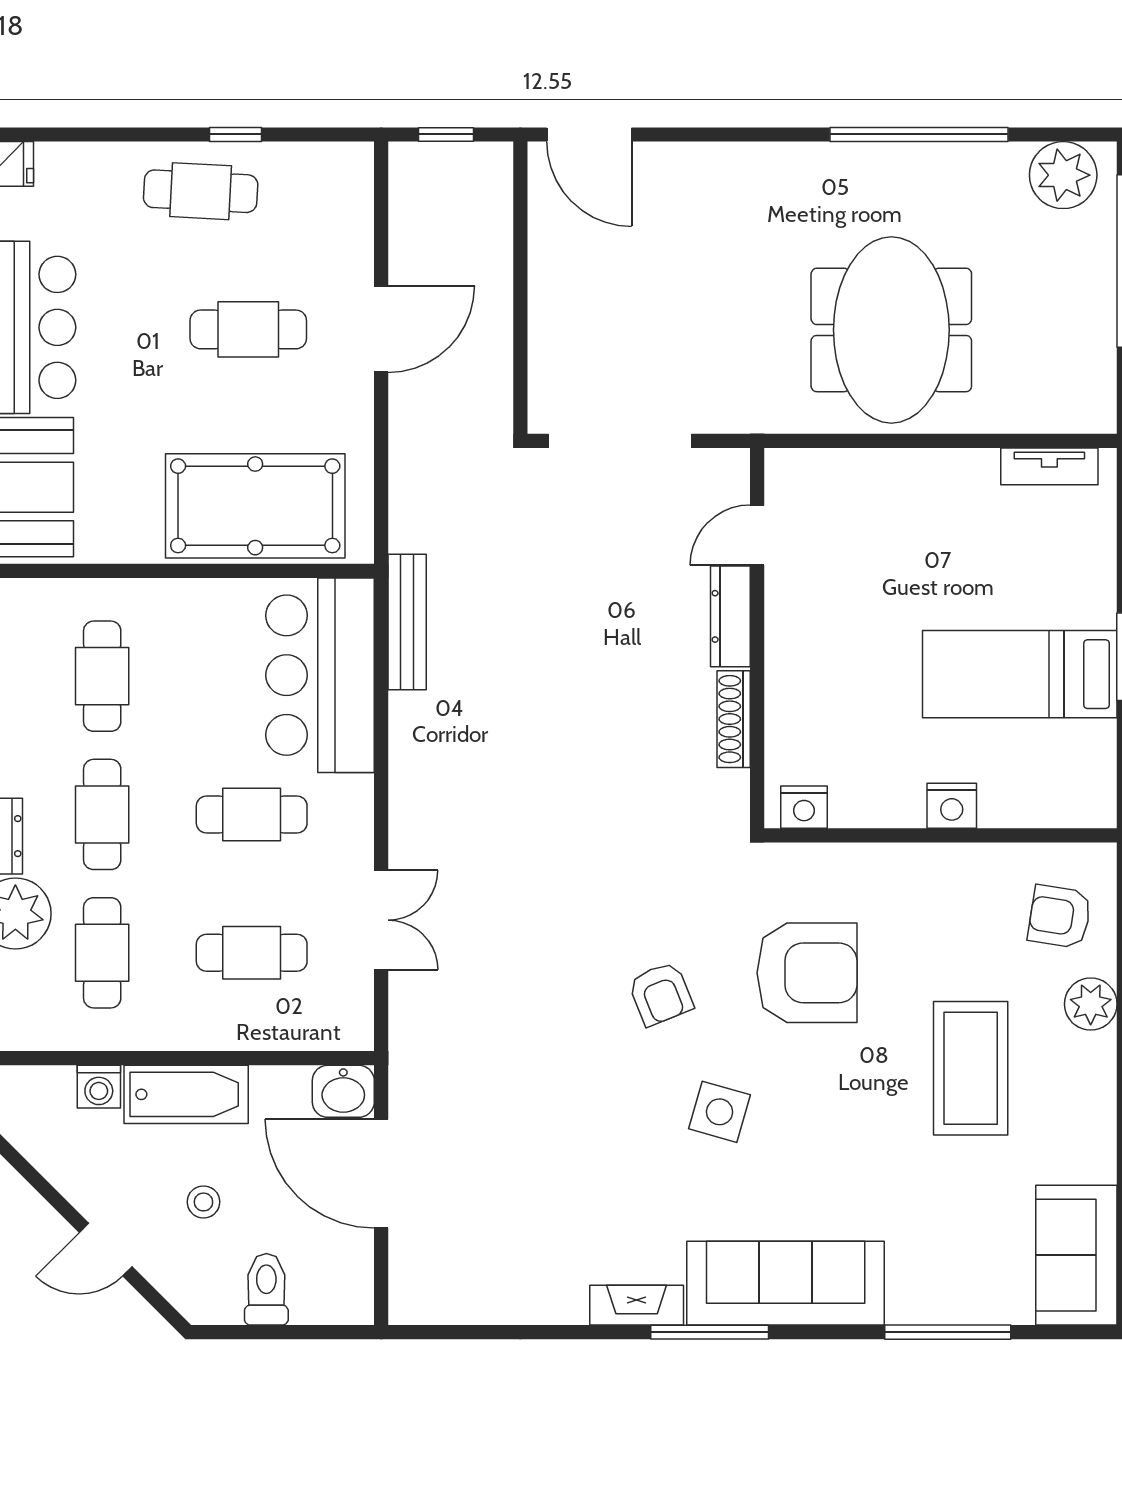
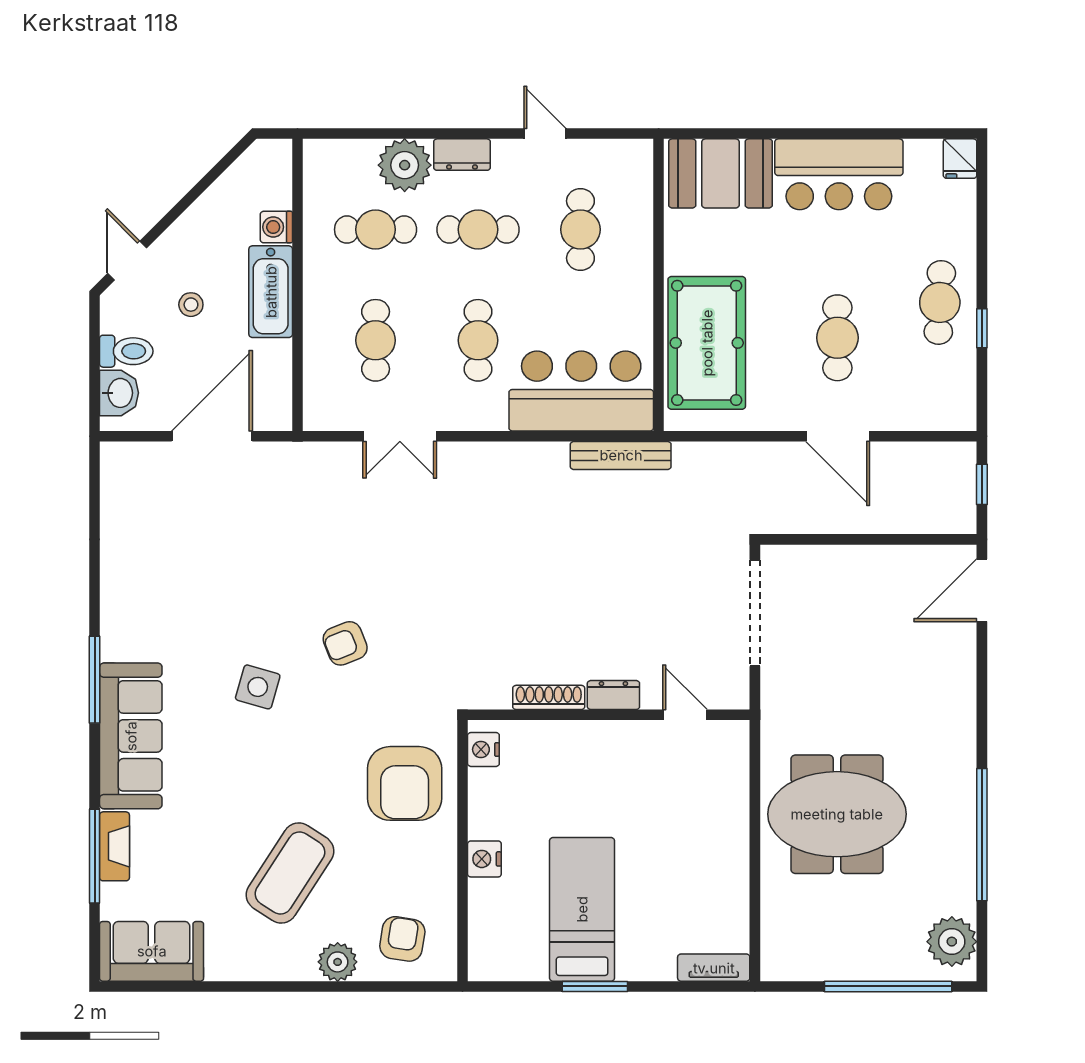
tv unit: (1049, 466) -> (714, 968), moved, turned 90
dresser: (730, 616) -> (613, 695), width x0.70
cafe table: (102, 676) -> (580, 230), turned 90
armchair: (807, 973) -> (405, 783), moved
coffee table: (971, 1068) -> (290, 873), turned -57
washbasin: (343, 1091) -> (119, 393), moved, turned 180
door: (106, 1250) -> (127, 261), moved
fireplace: (637, 1305) -> (114, 846), moved

